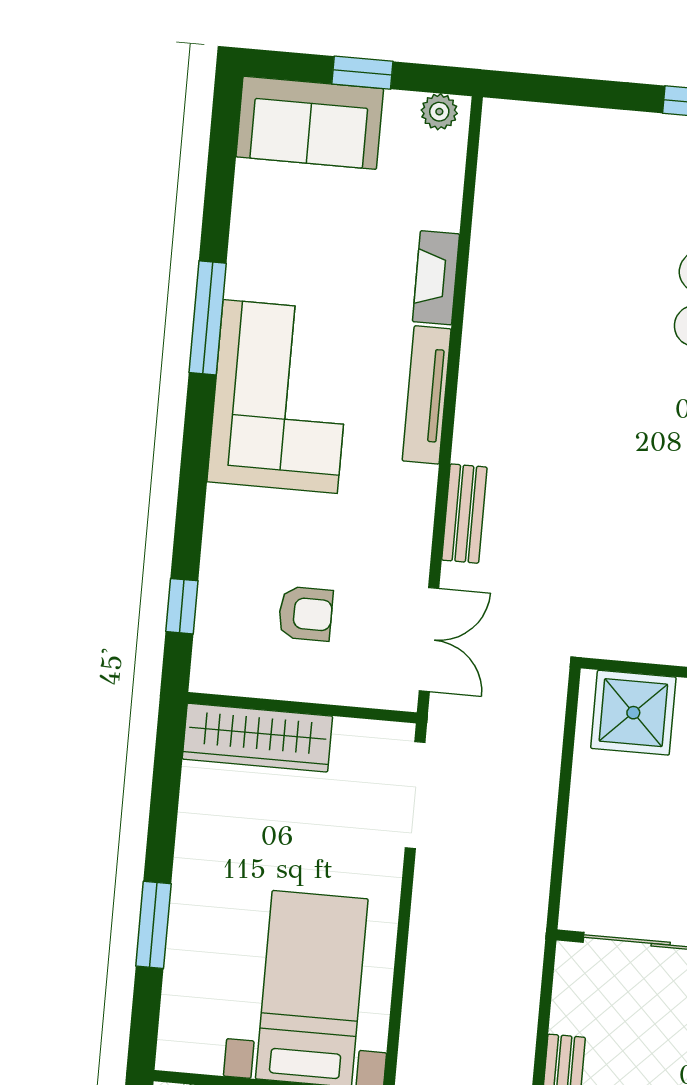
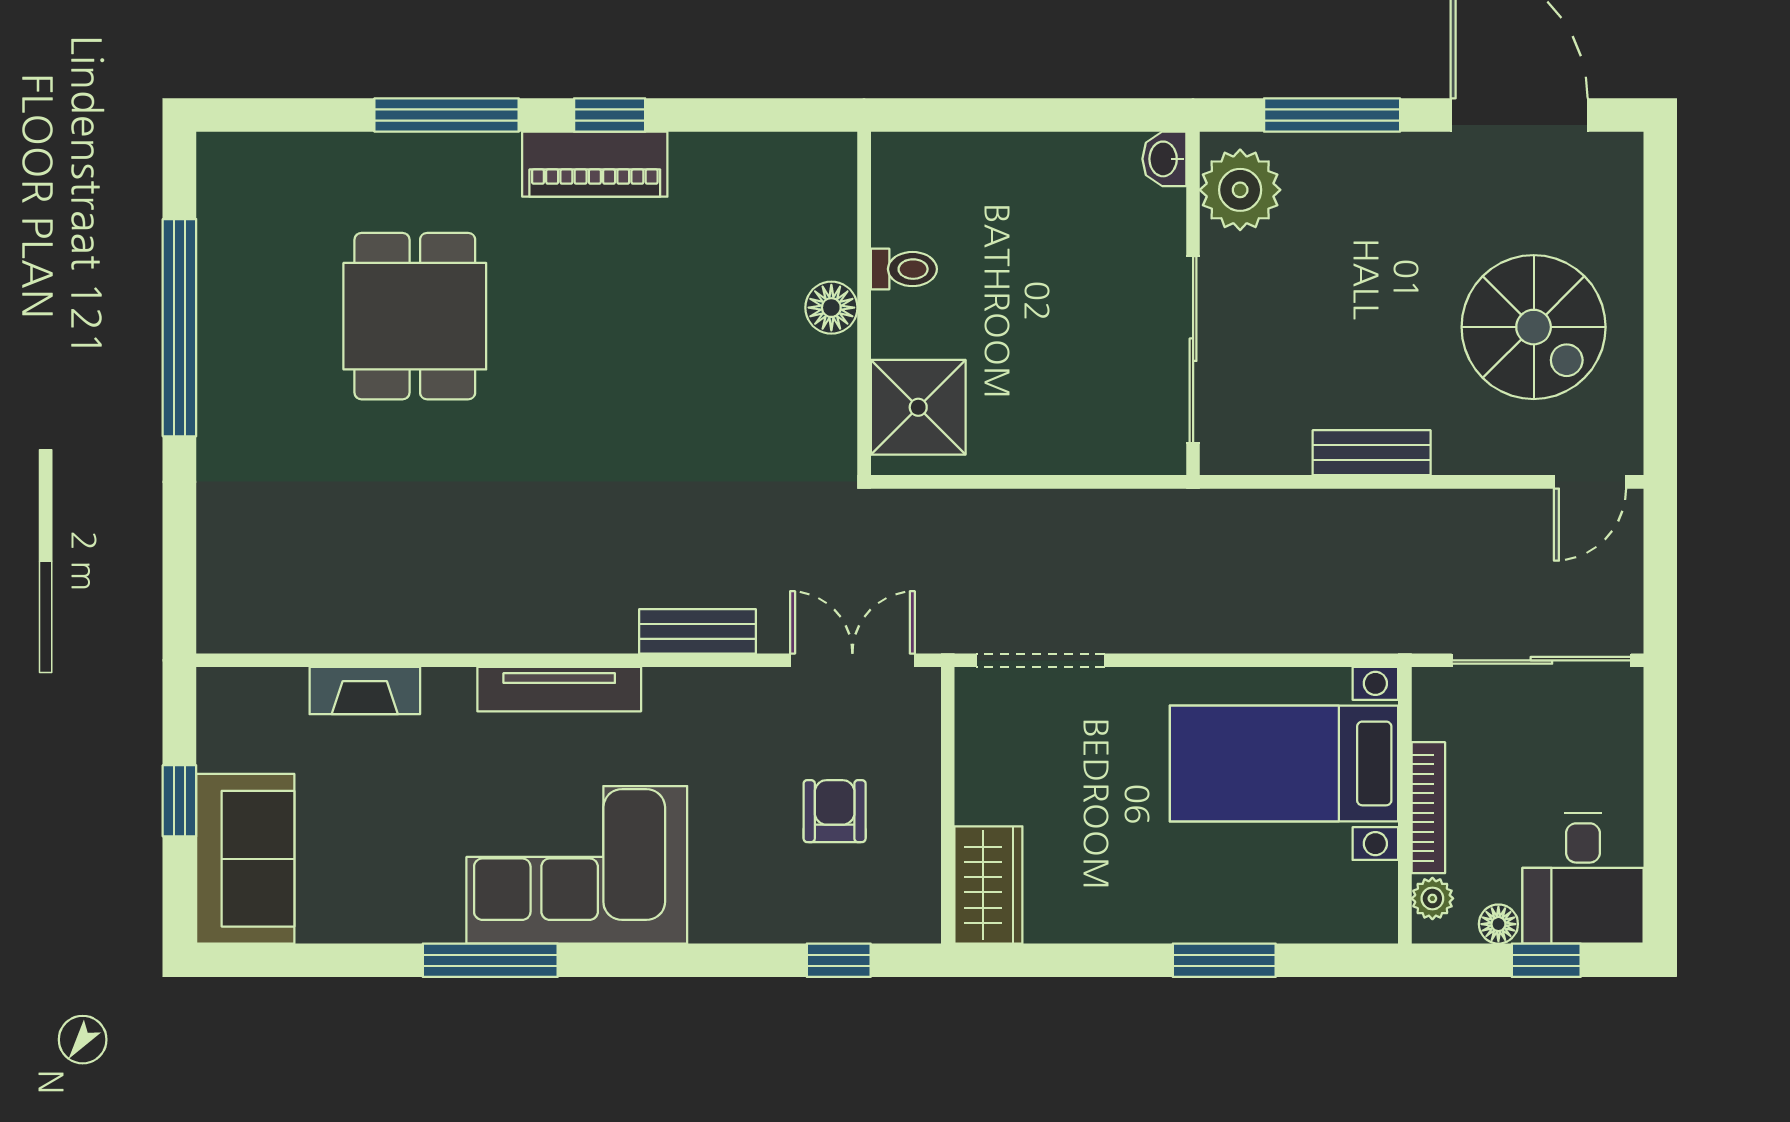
plant: (439, 112) -> (218, 704), removed
fireplace: (436, 278) -> (365, 691), moved
wardrobe: (257, 738) -> (988, 885), width x0.67

